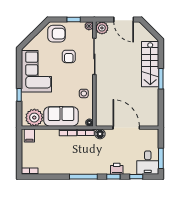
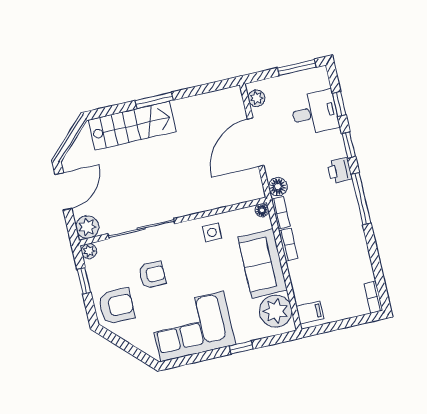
armchair: (57, 34) -> (116, 306), turned 90
plant: (150, 133) -> (257, 98), added
desk: (148, 163) -> (315, 112), moved
printer: (117, 169) -> (340, 170), moved

